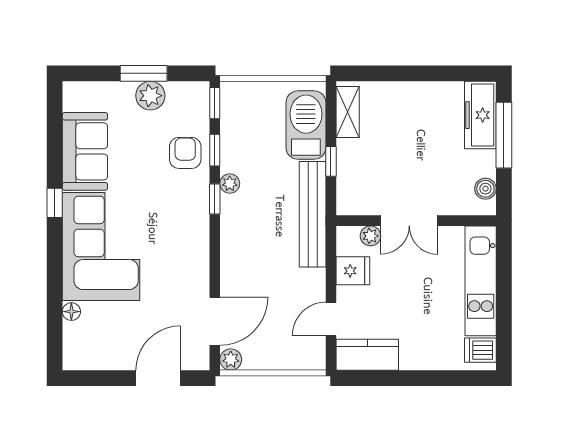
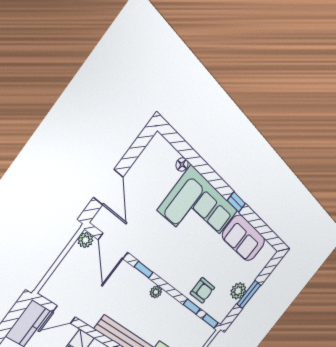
plant: (230, 184) -> (156, 292), moved
window: (215, 199) -> (144, 270), moved
door: (331, 319) -> (64, 315), swing flipped

